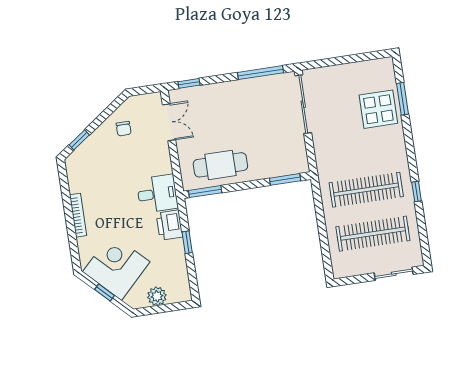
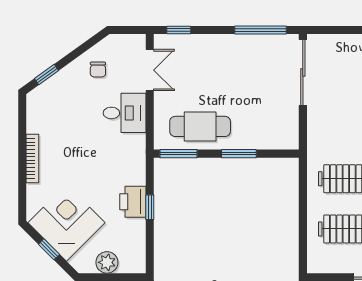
window: (285, 179) -> (239, 154), moved
desk: (157, 194) -> (125, 113), moved
printer: (169, 225) -> (133, 202), moved

